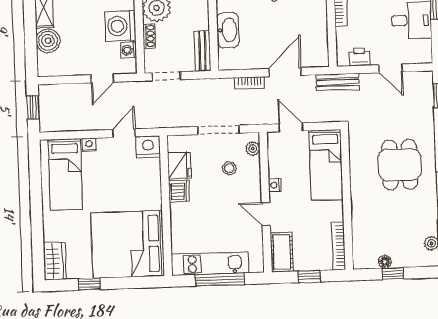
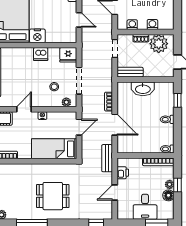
washing machine: (120, 26) -> (152, 25), width x0.53, depth x0.53
nightstand: (148, 147) -> (37, 36), moved, turned 90
fridge: (179, 165) -> (68, 55), moved

